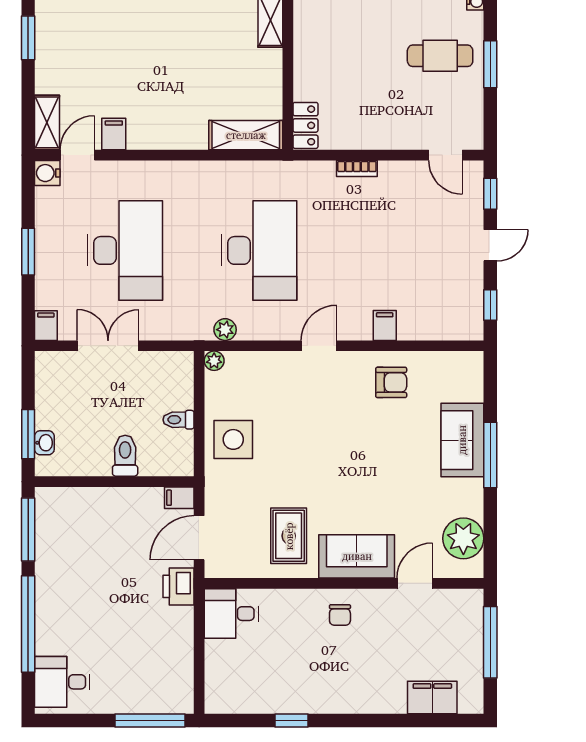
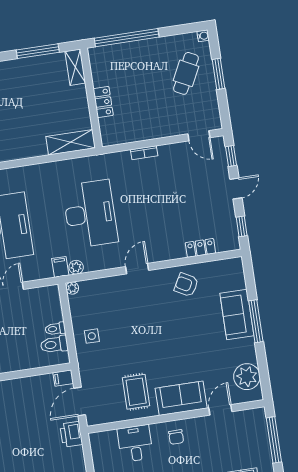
cafe table: (440, 56) -> (186, 73), turned -63
locker: (305, 125) -> (103, 102), moved
filing cabinet: (385, 325) -> (60, 267), moved
locker: (422, 329) -> (200, 248), added
armchair: (391, 382) -> (186, 285), turned -151
side table: (233, 439) -> (92, 336), width x0.54, depth x0.54
toilet: (125, 456) -> (54, 344), moved, turned -90
desk: (231, 614) -> (135, 443), moved, turned 90

